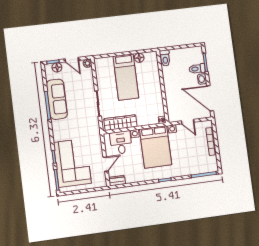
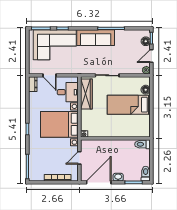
floor lamp: (139, 58) -> (146, 90), moved
toilet: (197, 69) -> (146, 174), moved
sofa: (57, 99) -> (96, 38), moved

